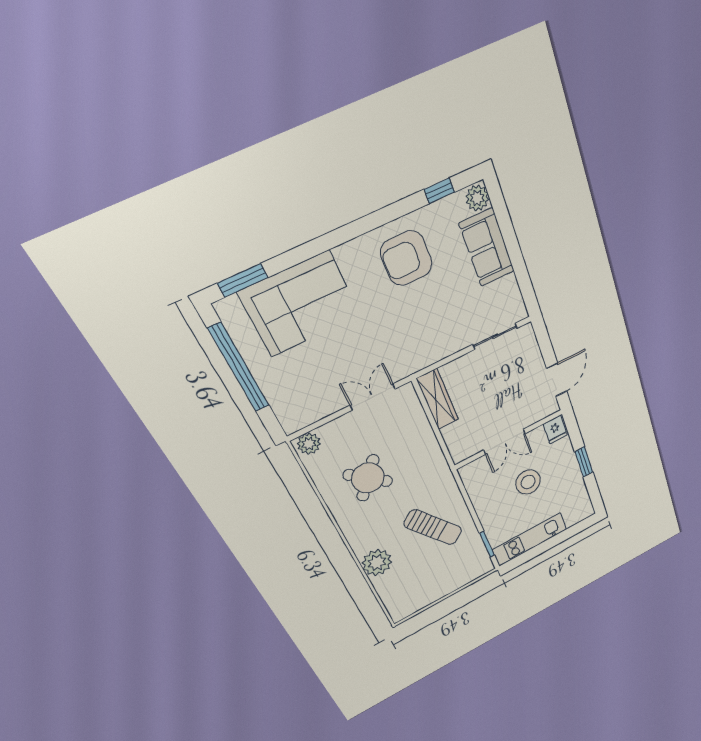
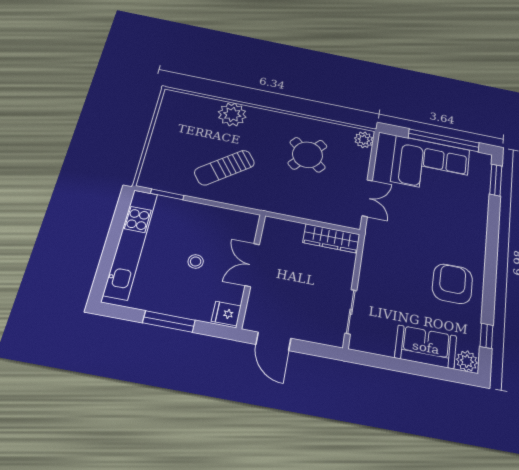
corner sofa: (300, 304) -> (431, 166), moved, turned -90
window: (584, 462) -> (169, 322), width x1.44
stool: (528, 482) -> (196, 261), width x0.53, depth x0.53
kitchen unit: (530, 539) -> (131, 243), width x1.36

